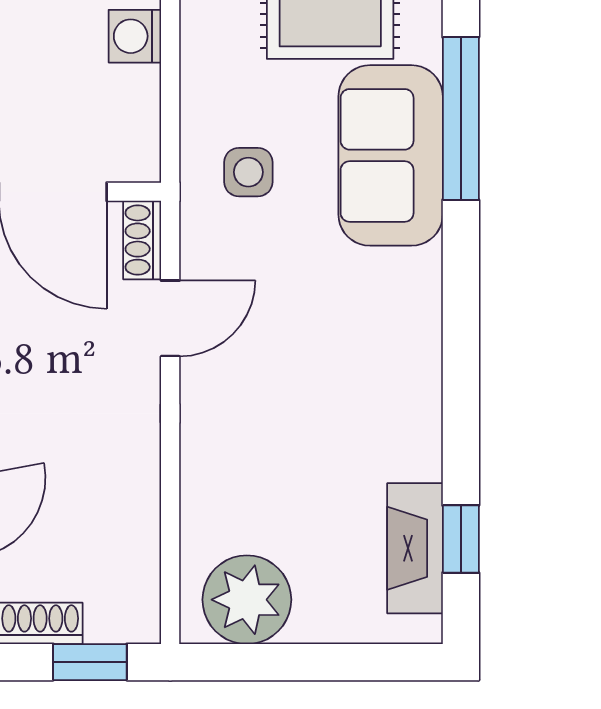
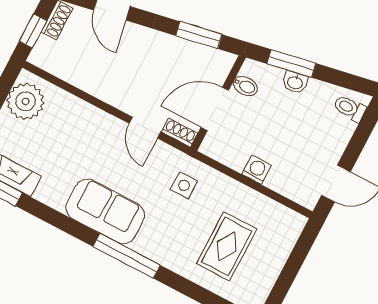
window: (461, 119) -> (127, 256), moved
sofa: (391, 155) -> (105, 211), moved

